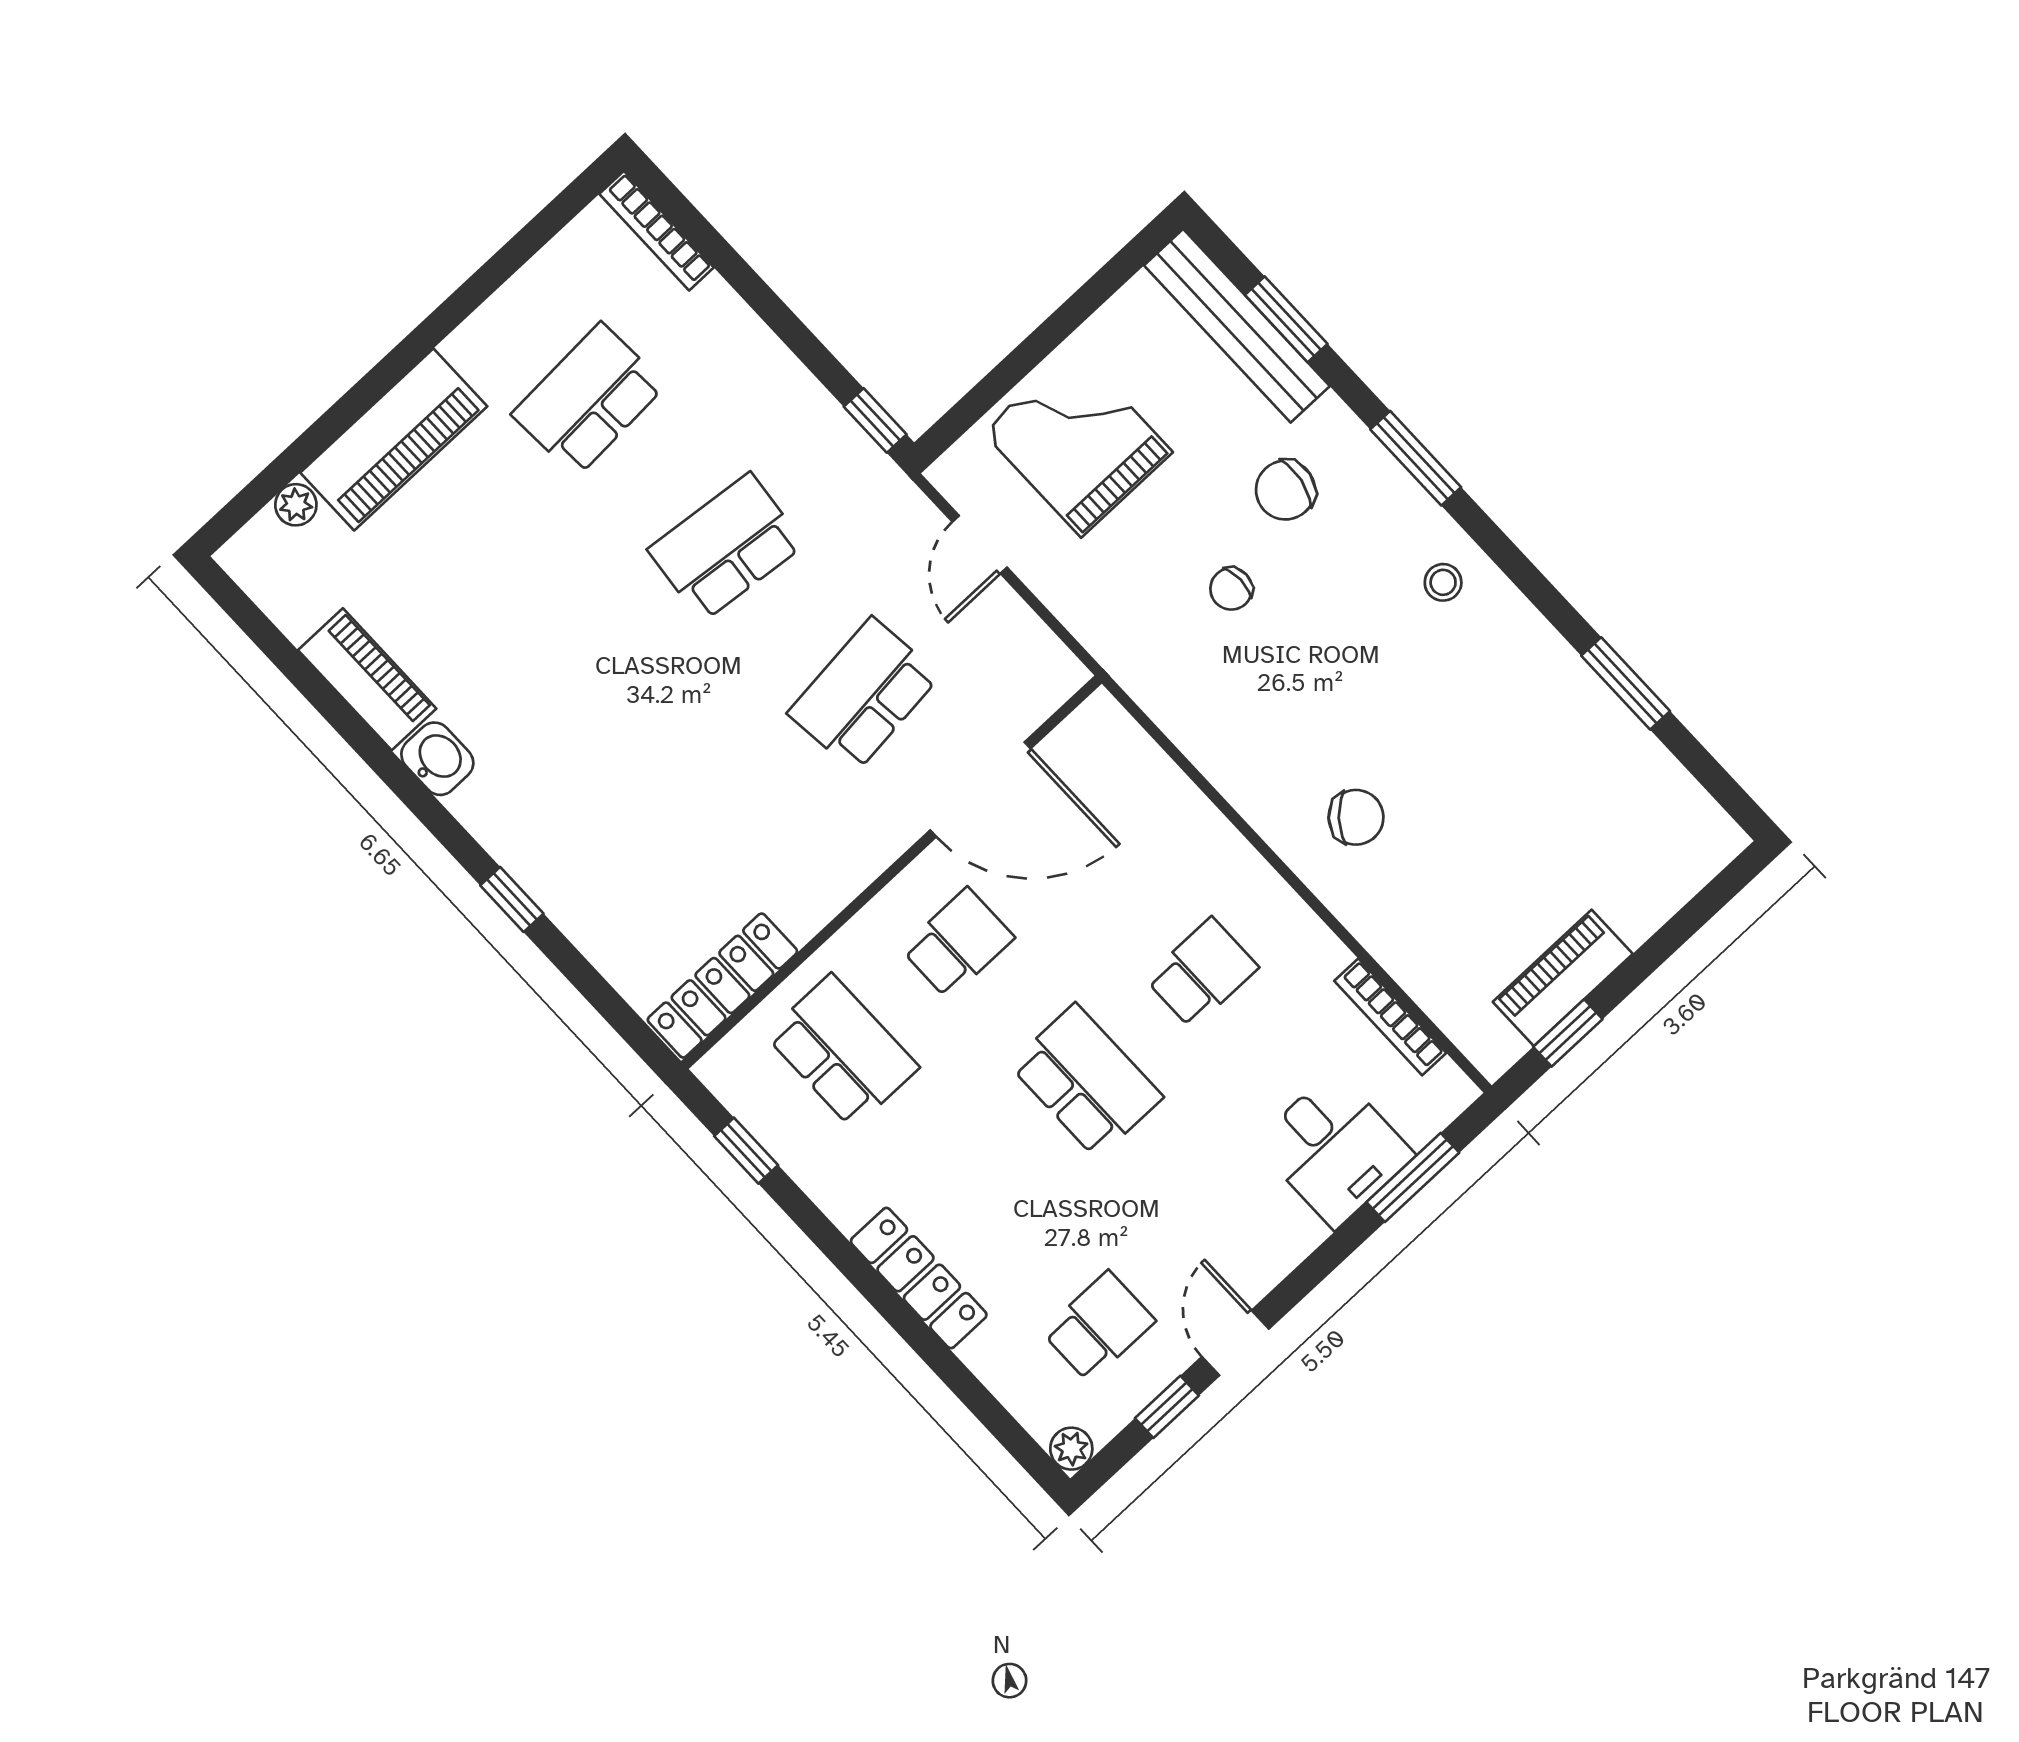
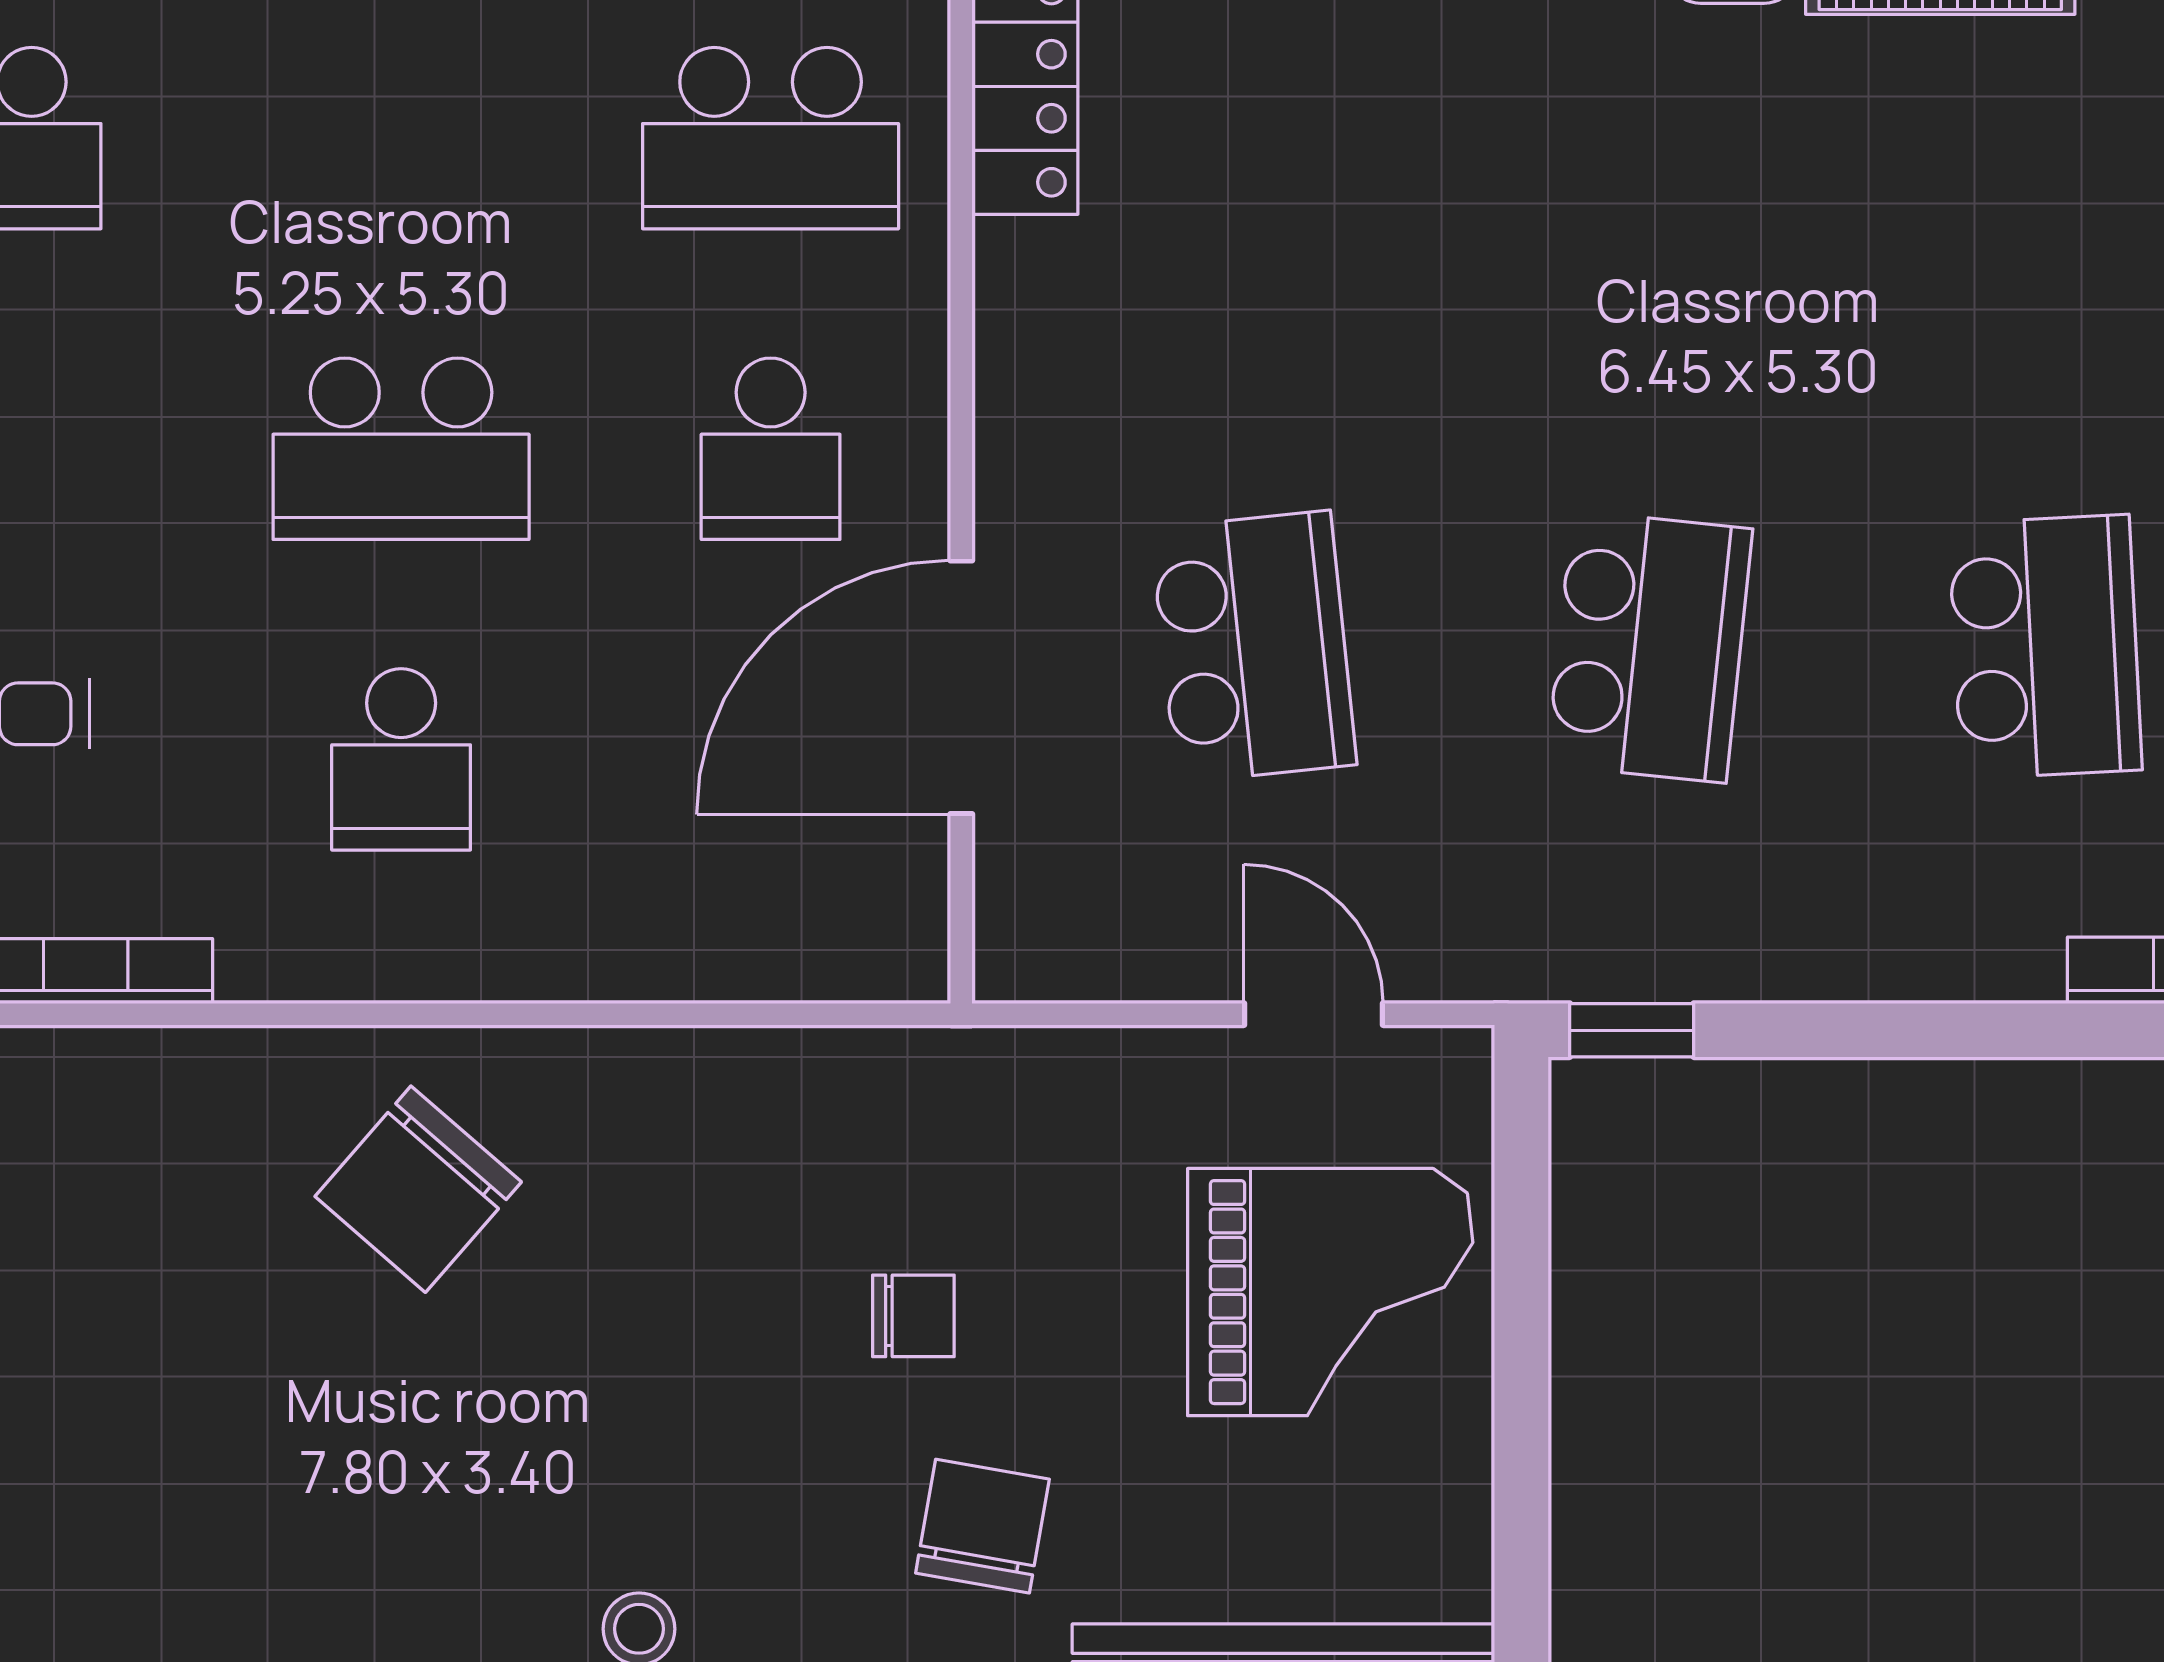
chair: (1231, 589) -> (913, 1316), turned 90
chair: (1356, 817) -> (418, 1189), width x1.37, depth x1.37

